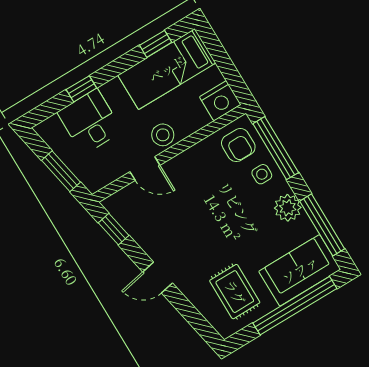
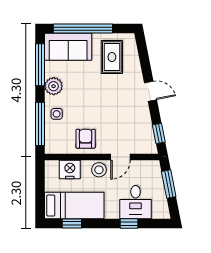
nightstand: (220, 101) -> (70, 169), moved
armchair: (238, 145) -> (86, 139), moved
door: (145, 168) -> (120, 157), swing flipped

